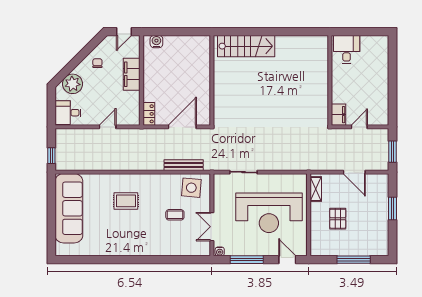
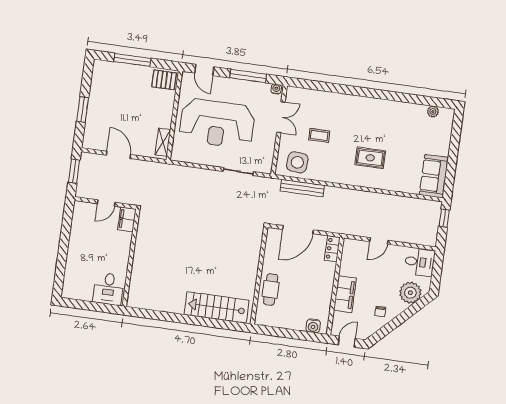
cafe table: (200, 69) -> (271, 289), added
sofa: (69, 208) -> (434, 176), width x0.54, depth x0.79
reception desk: (269, 213) -> (217, 123), turned 180
pallet: (338, 219) -> (164, 80), moved, turned 90
plant: (75, 251) -> (433, 112), added

